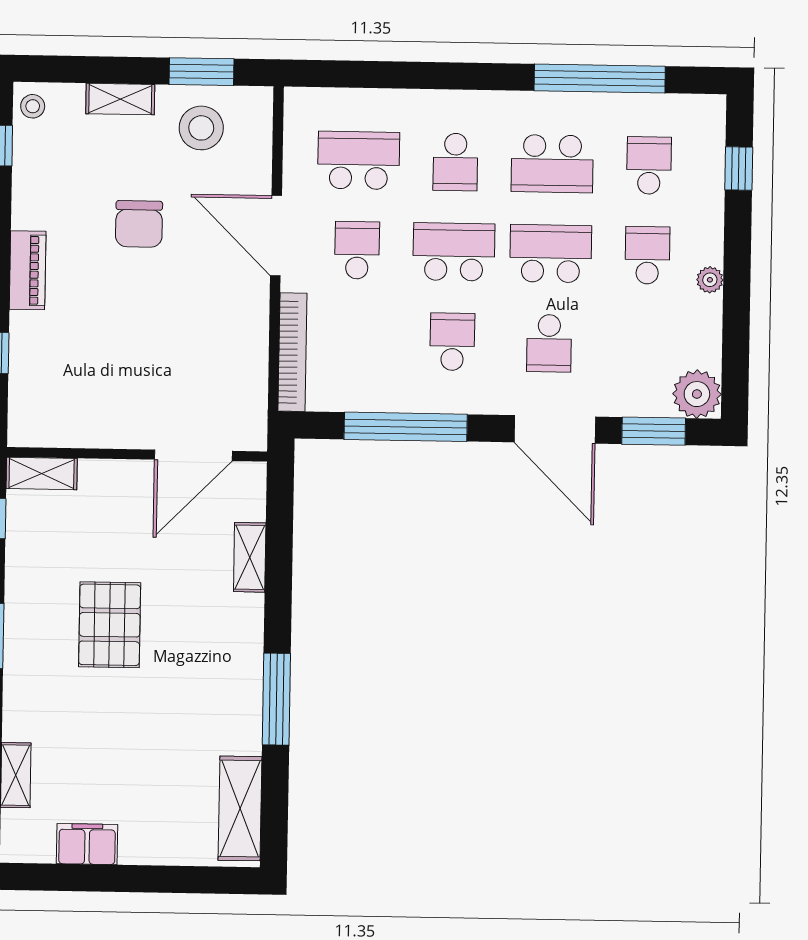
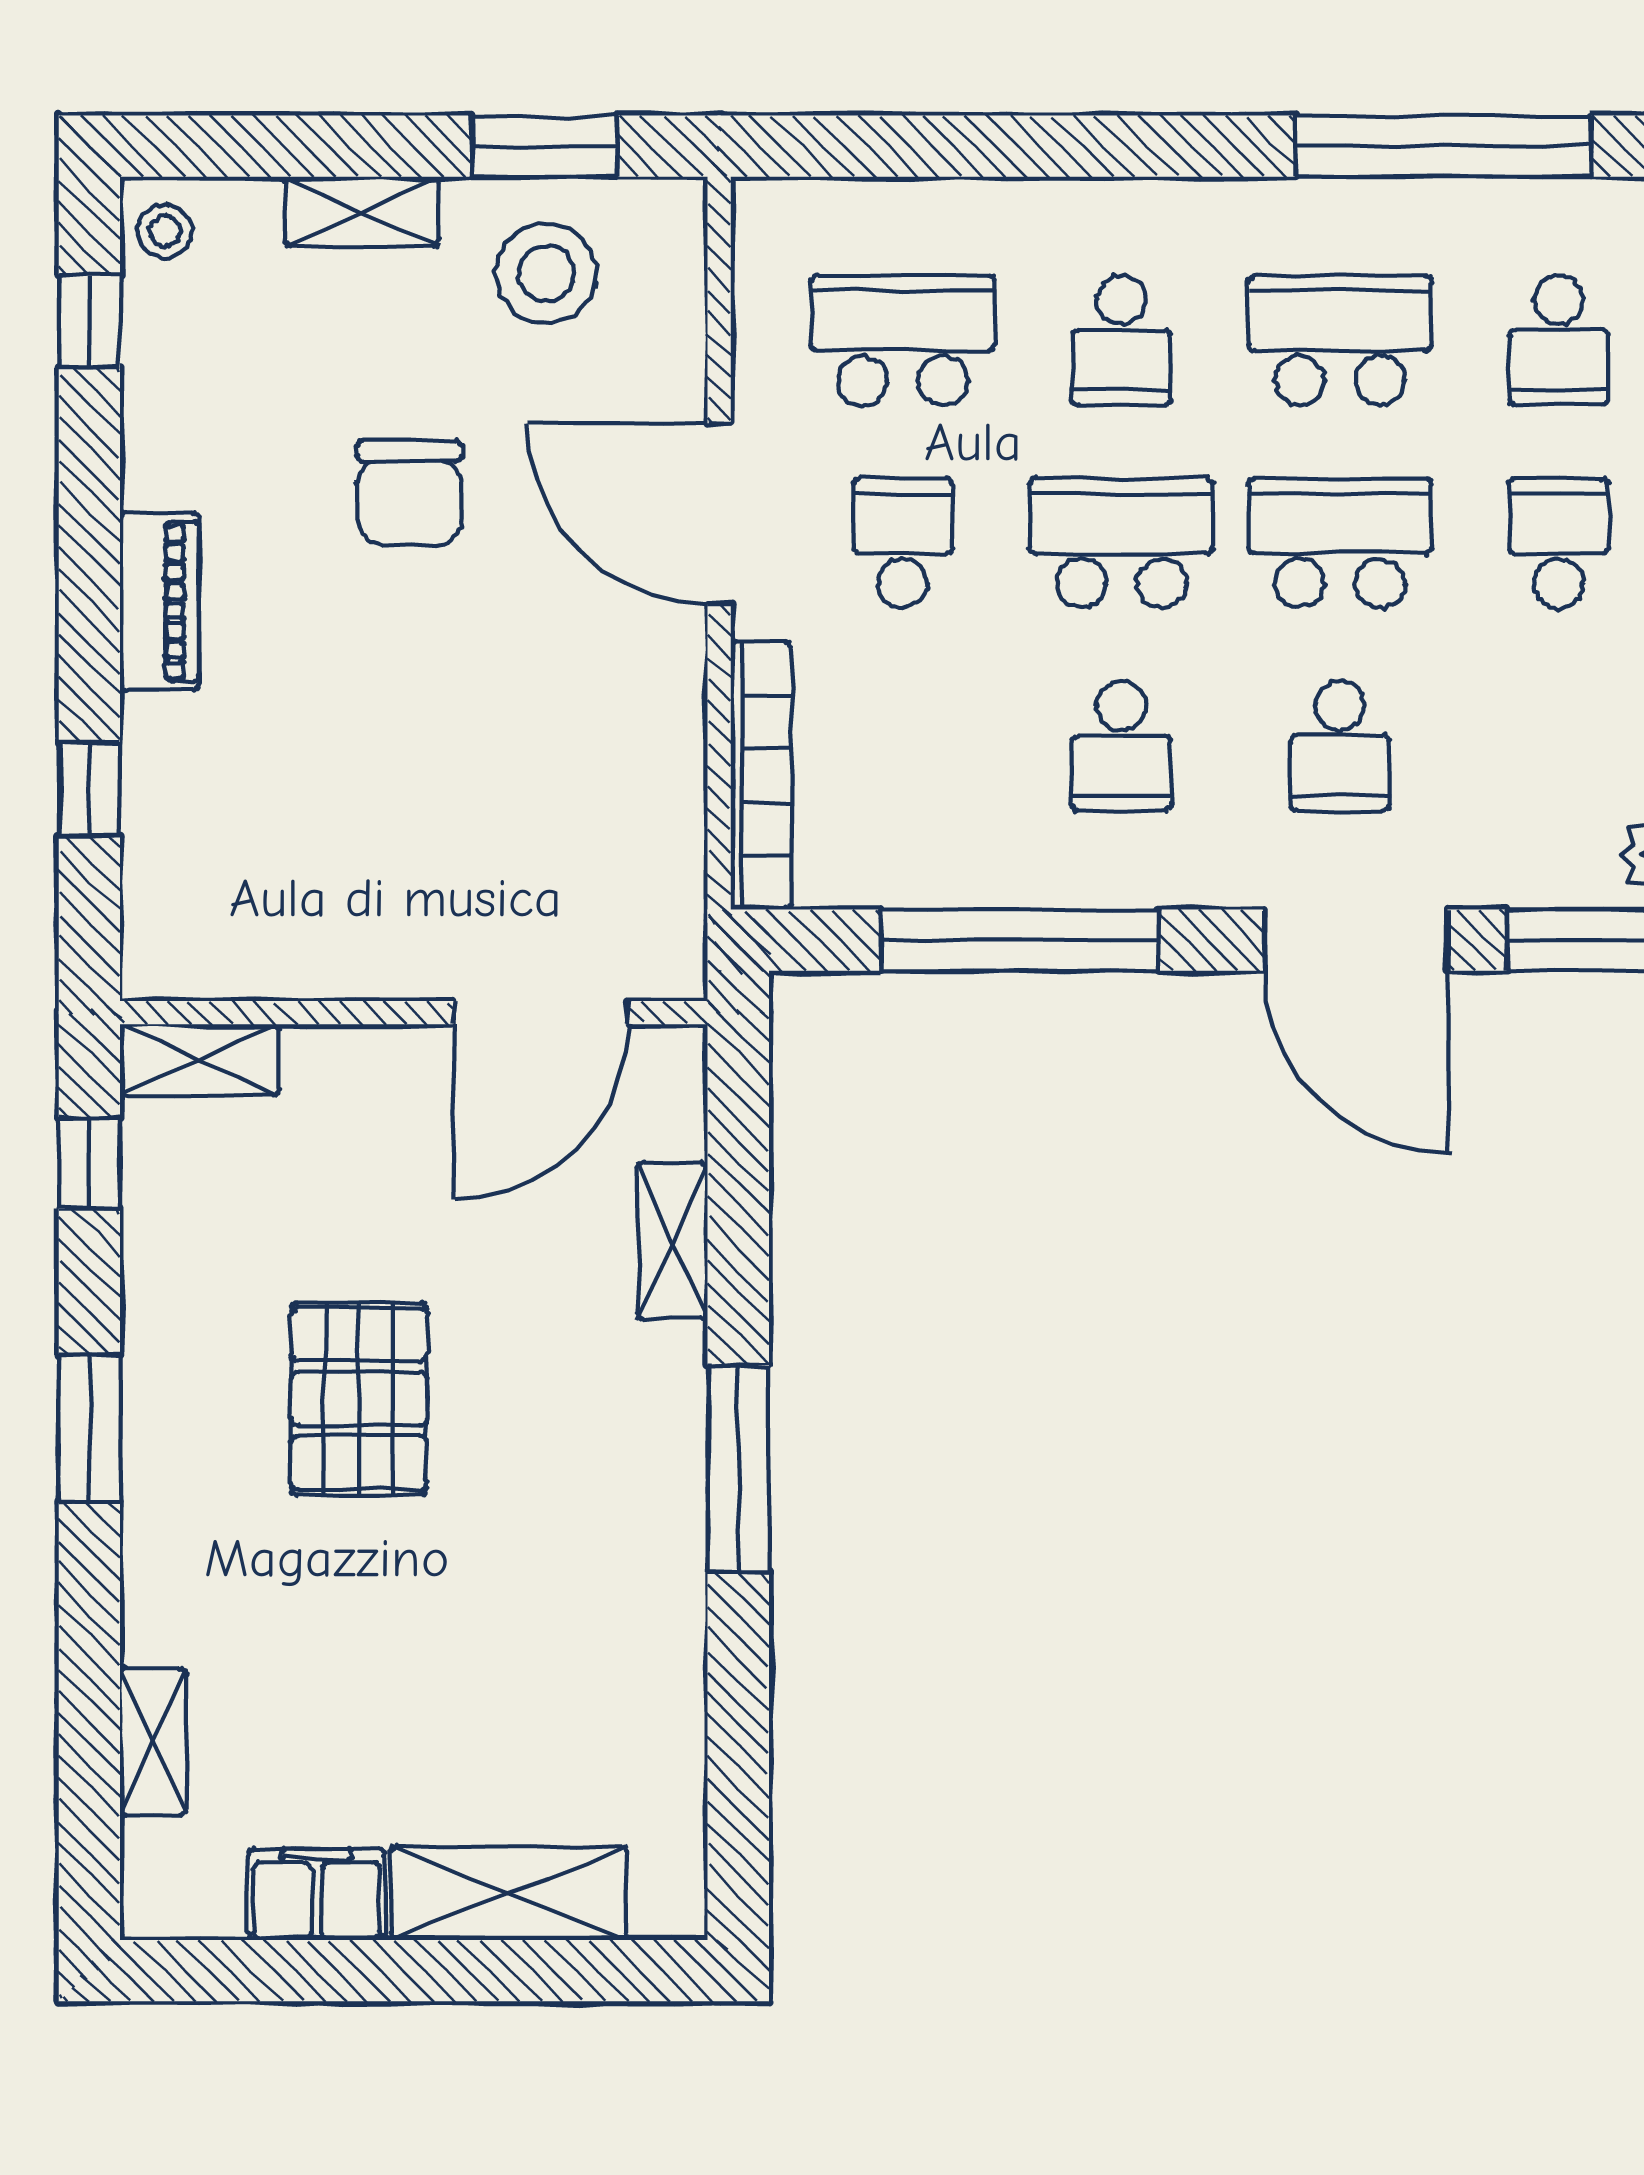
school desk: (552, 164) -> (1340, 340), turned 180
school desk: (649, 165) -> (1558, 340), turned 180
school desk: (452, 342) -> (1121, 746), turned 180
window: (276, 699) -> (738, 1469), moved
shelving: (240, 808) -> (509, 1893), moved, turned 90

